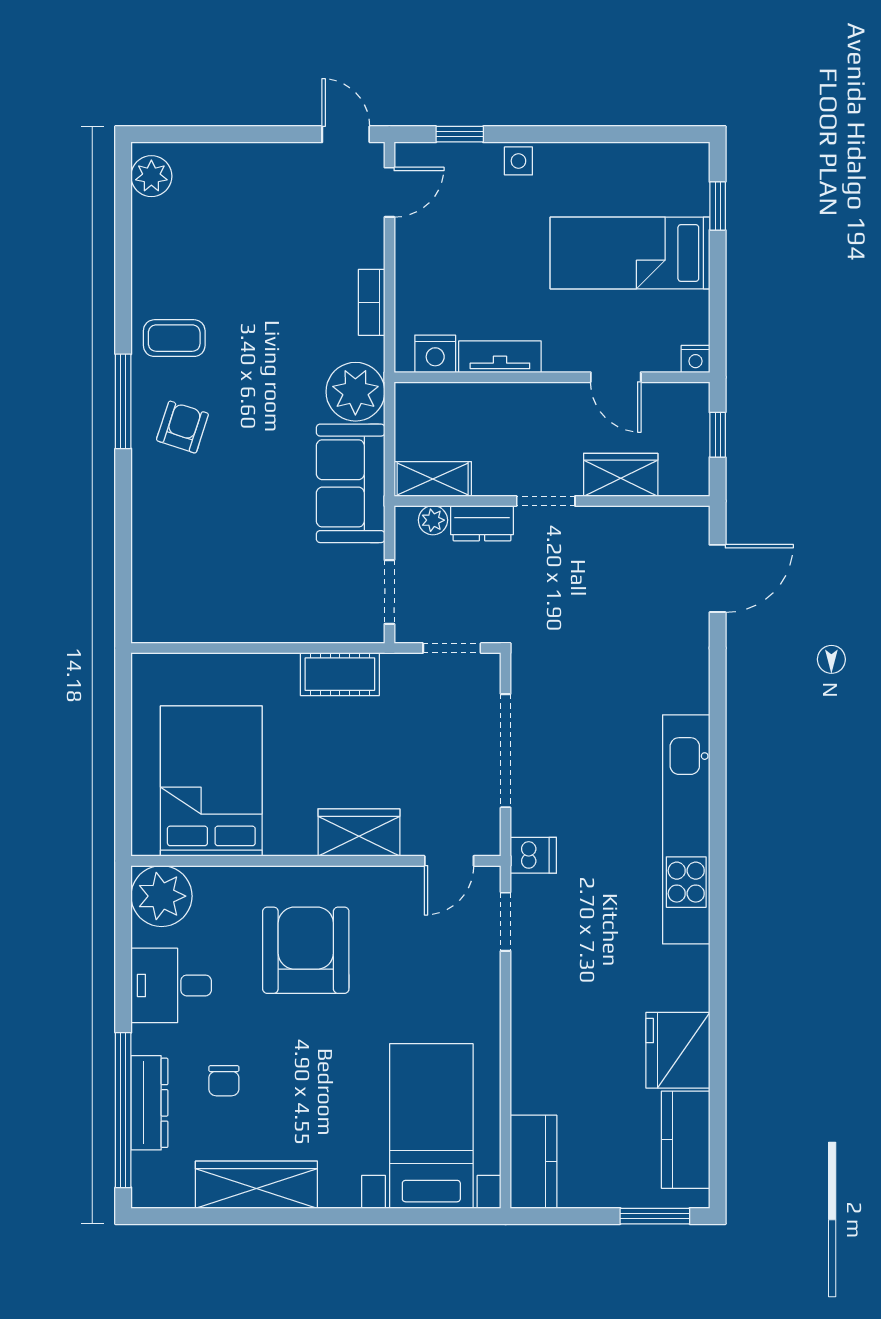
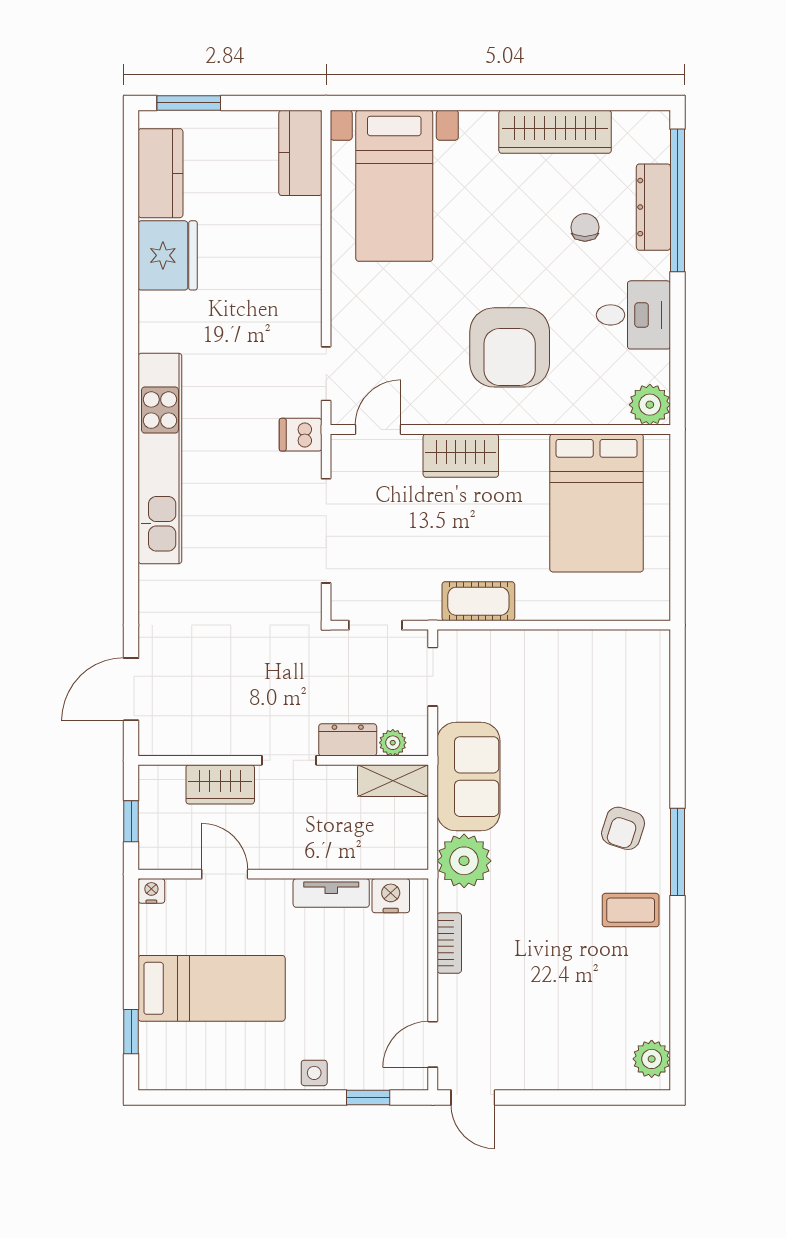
plant: (161, 896) -> (650, 405), width x0.73, depth x0.73

